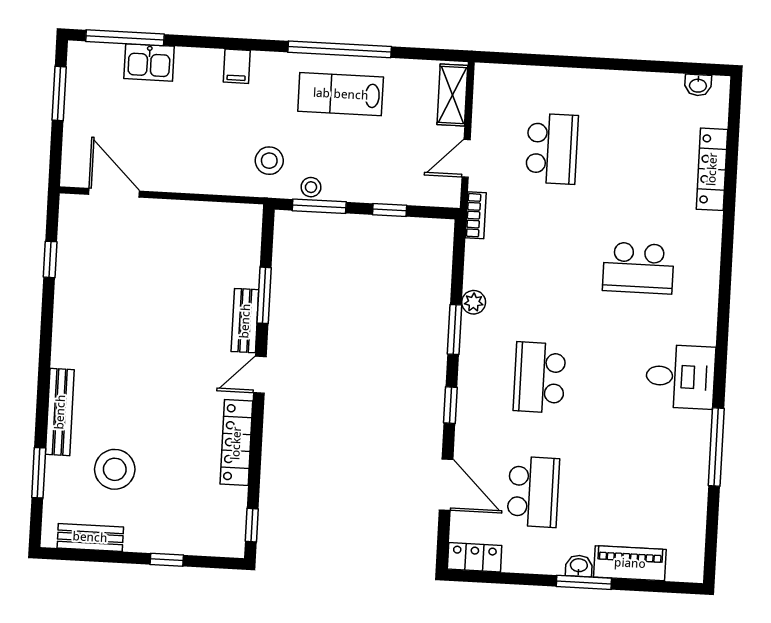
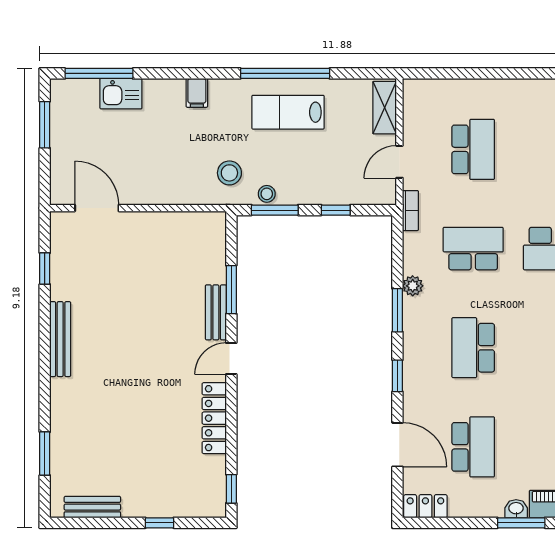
school desk: (546, 263) -> (473, 249), added
bench: (60, 412) -> (60, 339), moved
stool: (115, 469) -> (110, 447), removed

